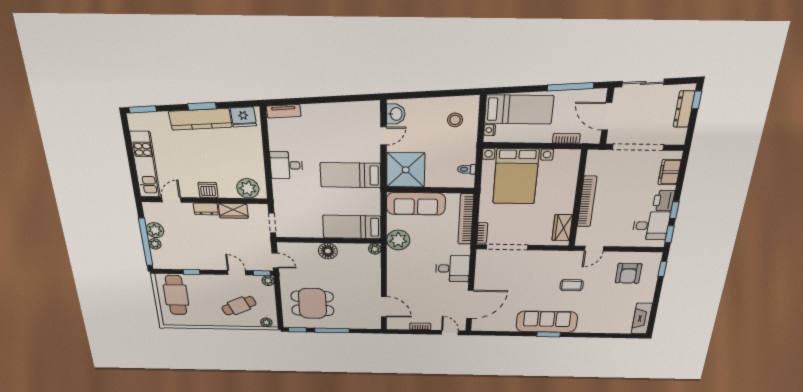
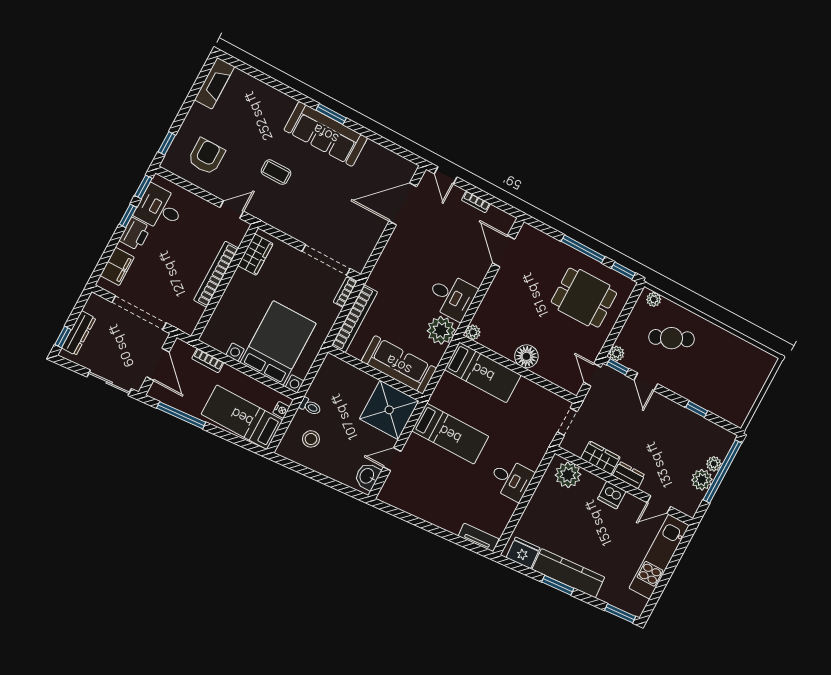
toilet: (467, 169) -> (310, 407), moved
desk: (453, 269) -> (452, 296), moved, turned 180
cafe table: (176, 295) -> (735, 389), removed

